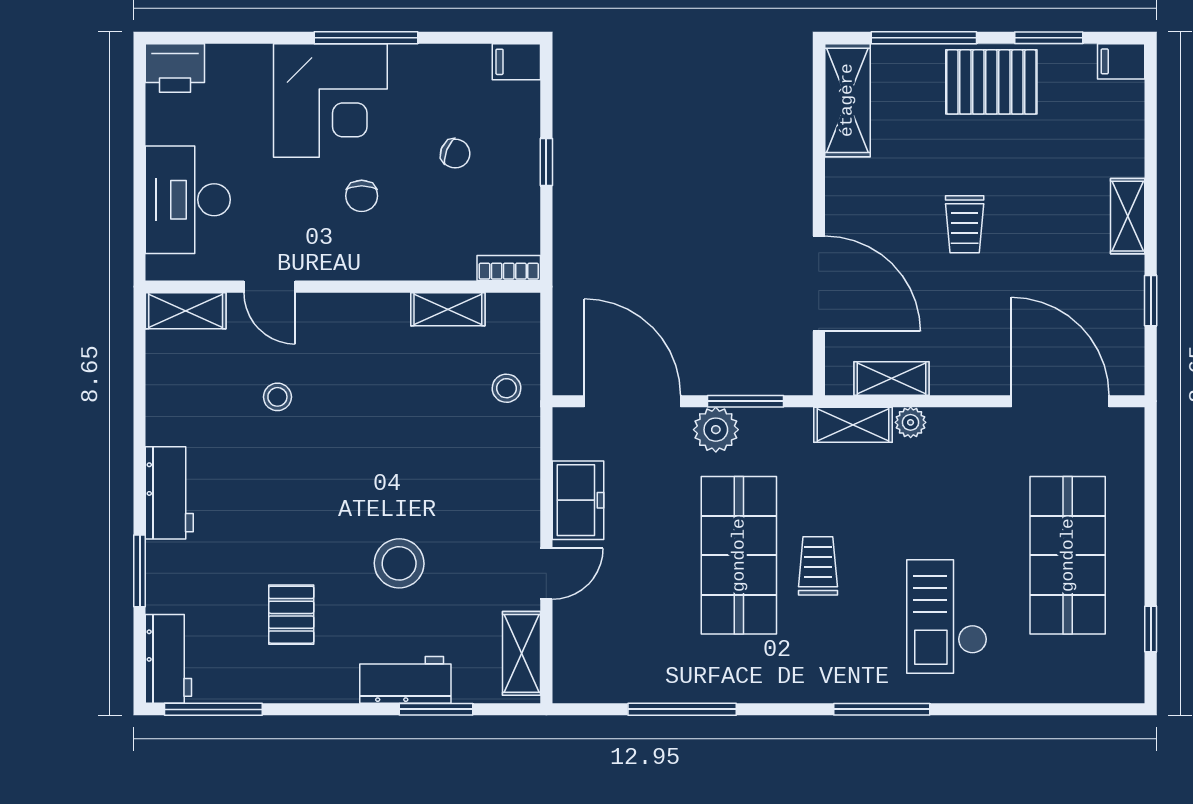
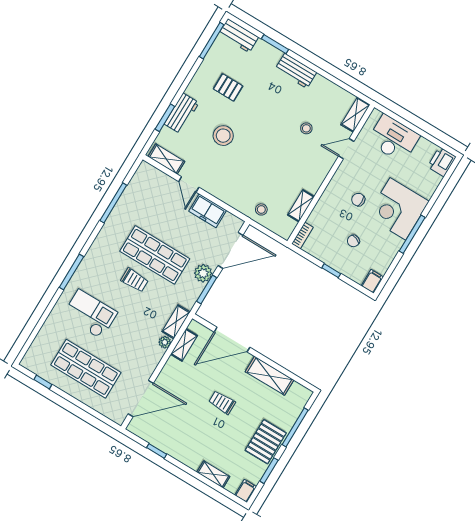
shelving: (847, 100) -> (270, 376), moved
shelving: (1128, 216) -> (213, 474), moved

